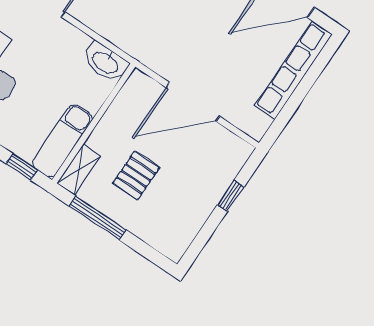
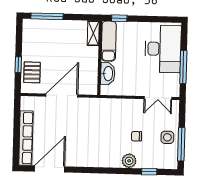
washbasin: (105, 62) -> (108, 74), moved, turned 90
pallet: (136, 175) -> (32, 72), moved
window: (98, 218) -> (47, 16), moved

